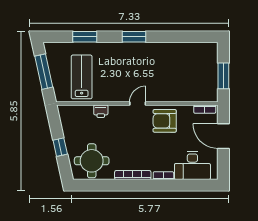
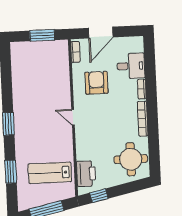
printer: (101, 111) -> (86, 174), moved, width x1.87, depth x1.48
armchair: (165, 121) -> (96, 83), moved, turned 180
window: (60, 147) -> (99, 196), moved
desk: (192, 166) -> (131, 66), width x0.73

